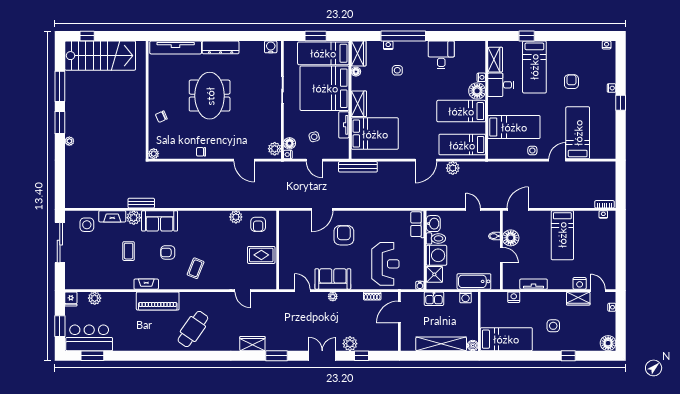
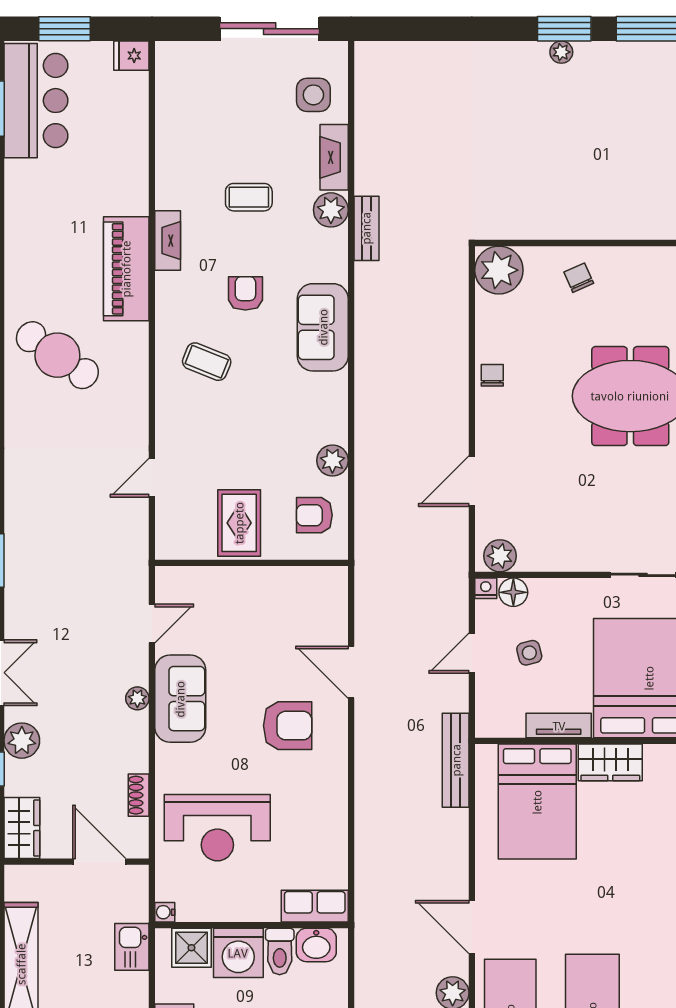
plant: (69, 141) -> (561, 52), moved
plant: (154, 154) -> (499, 270), width x1.88, depth x1.88
sofa: (160, 221) -> (323, 327), moved
plant: (95, 298) -> (133, 114), removed
wardrobe: (252, 344) -> (22, 828), moved

